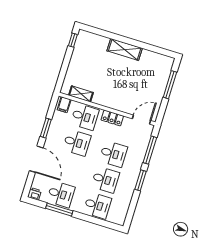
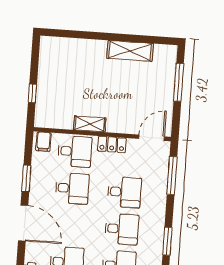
window: (73, 40) -> (32, 93), moved
shelving: (125, 50) -> (130, 51), moved
shelving: (81, 94) -> (90, 124), moved
window: (141, 180) -> (167, 241), moved

